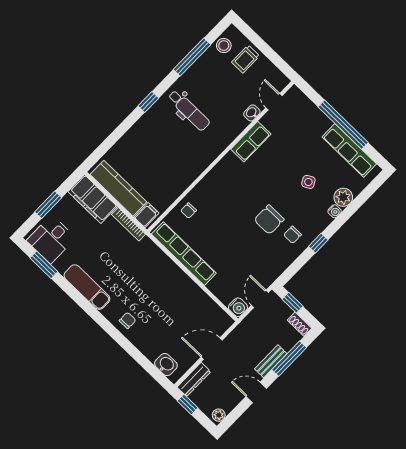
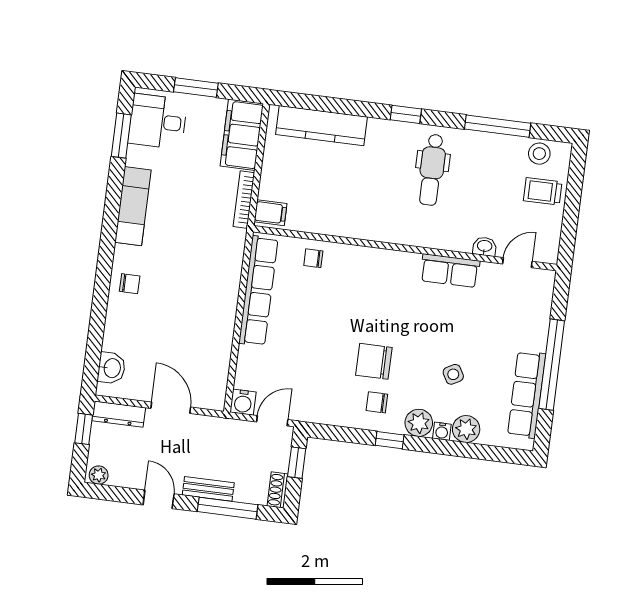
kitchen counter: (118, 188) -> (321, 126), moved, turned 90
plant: (321, 220) -> (419, 423), added

